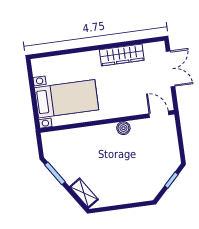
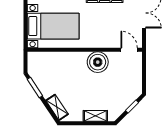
boiler: (123, 128) -> (98, 62), width x1.86, depth x1.86
shelving: (130, 197) -> (95, 116), added

